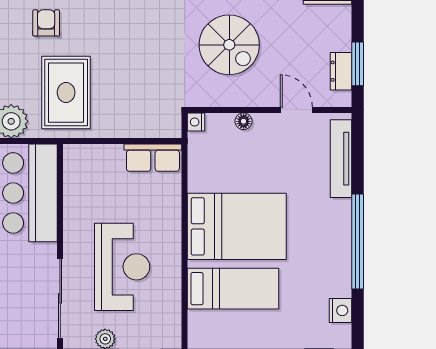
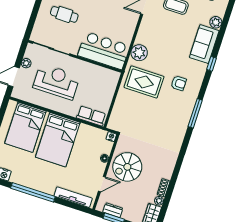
spiral stairs: (229, 45) -> (127, 167), moved
row of seats: (153, 158) -> (91, 116), moved, turned 90
reception desk: (122, 267) -> (56, 82), turned 180
bed: (233, 289) -> (25, 127), width x1.50

